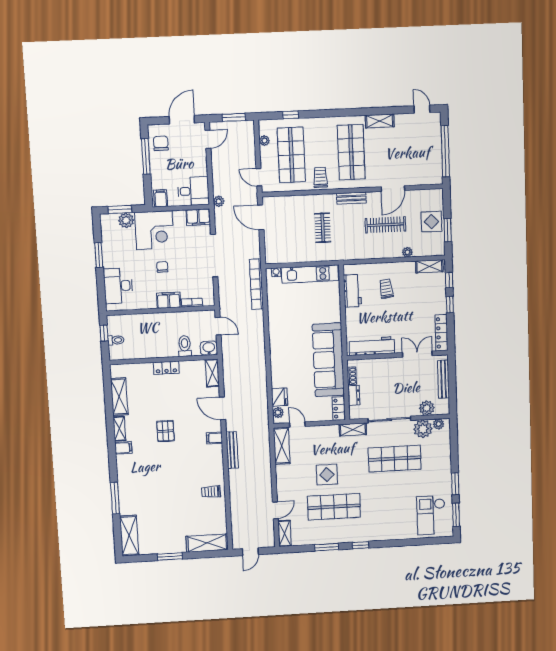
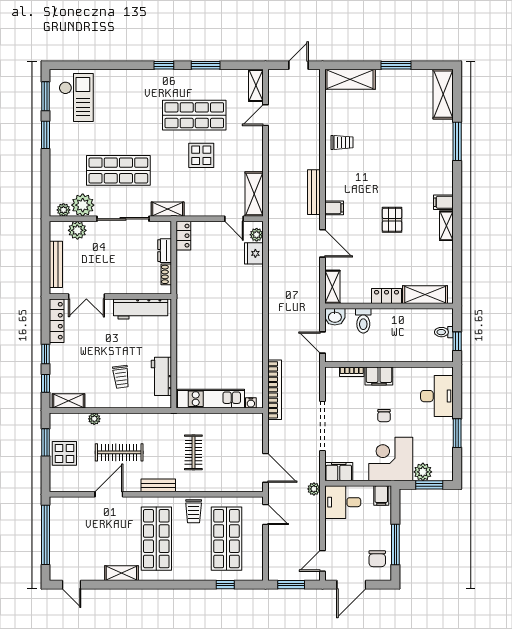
plant: (264, 141) -> (257, 557), removed
sofa: (328, 360) -> (194, 295), removed
shelving: (119, 397) -> (425, 295), moved, turned 90

